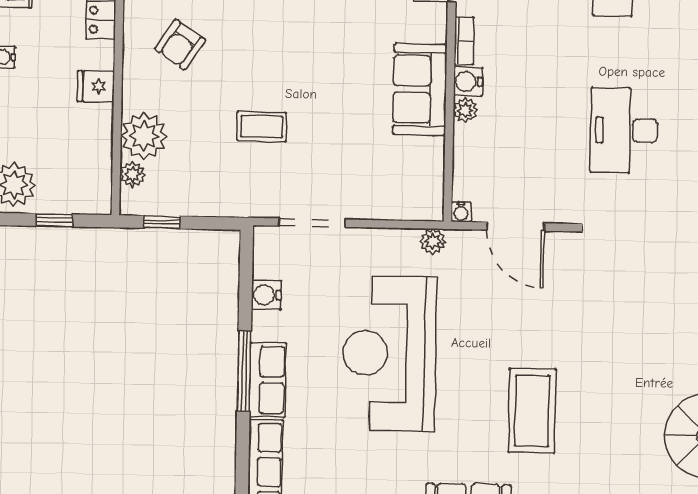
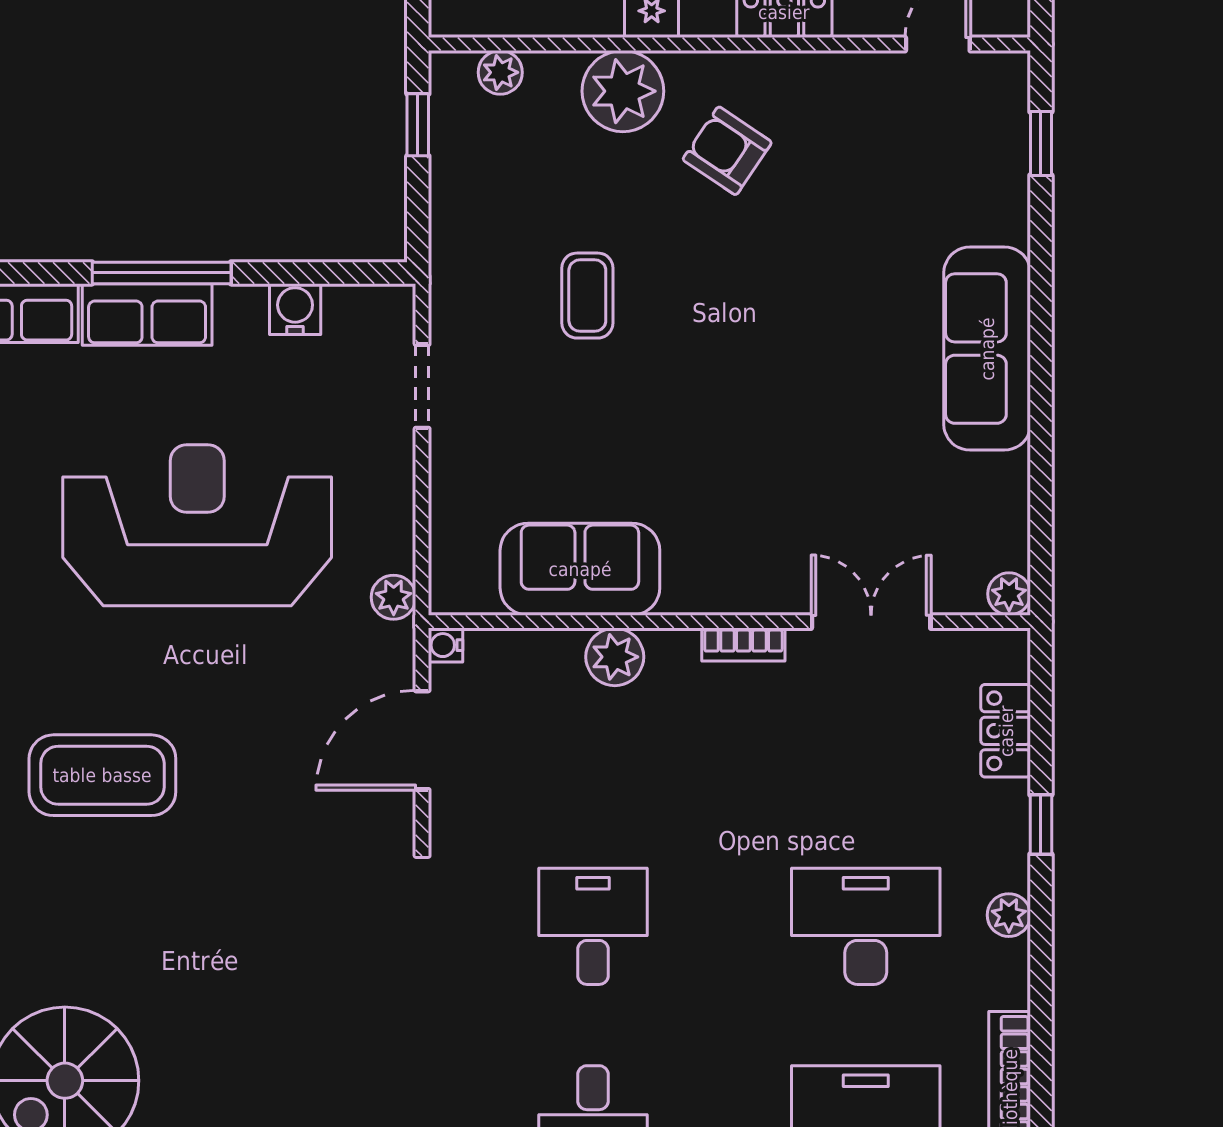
water cooler: (468, 81) -> (673, 653), removed
sofa: (420, 89) -> (580, 569), moved
plant: (465, 110) -> (615, 657), width x1.38, depth x1.38
desk: (624, 130) -> (593, 926), width x0.73
plant: (144, 136) -> (623, 91), moved
doorway: (312, 223) -> (422, 386), width x0.73

